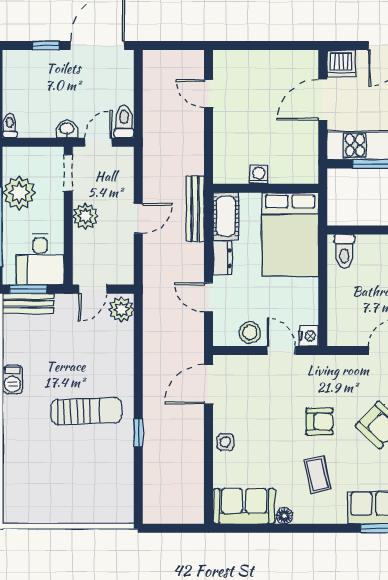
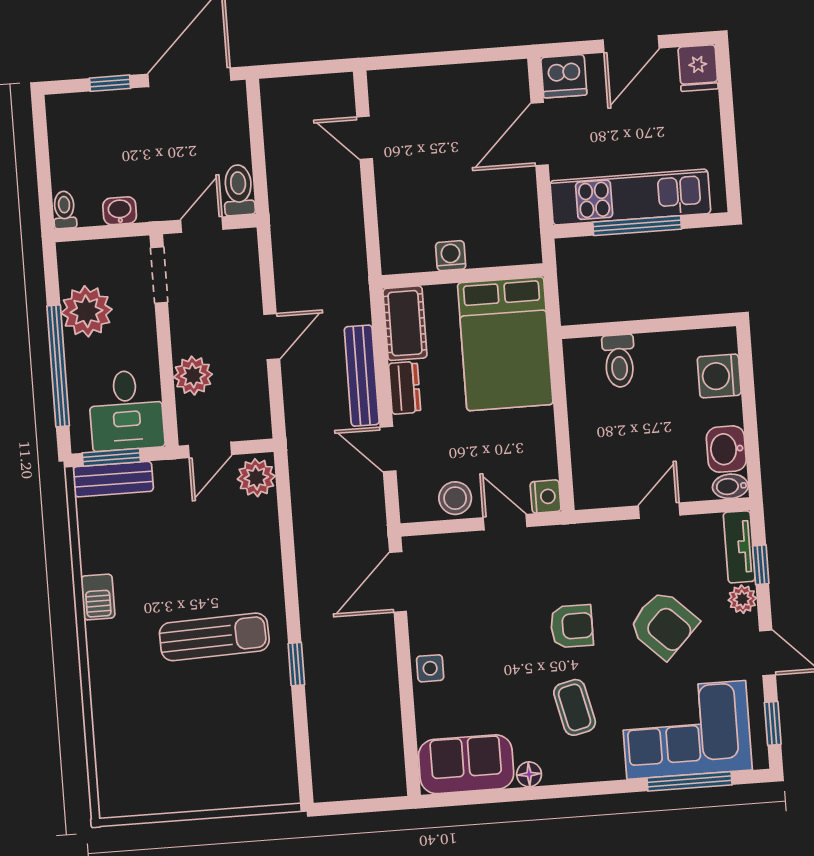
washbasin: (67, 129) -> (120, 211), moved
bench: (195, 209) -> (362, 376), moved
plant: (85, 216) -> (193, 376), moved
toilet: (344, 251) -> (619, 361), moved

